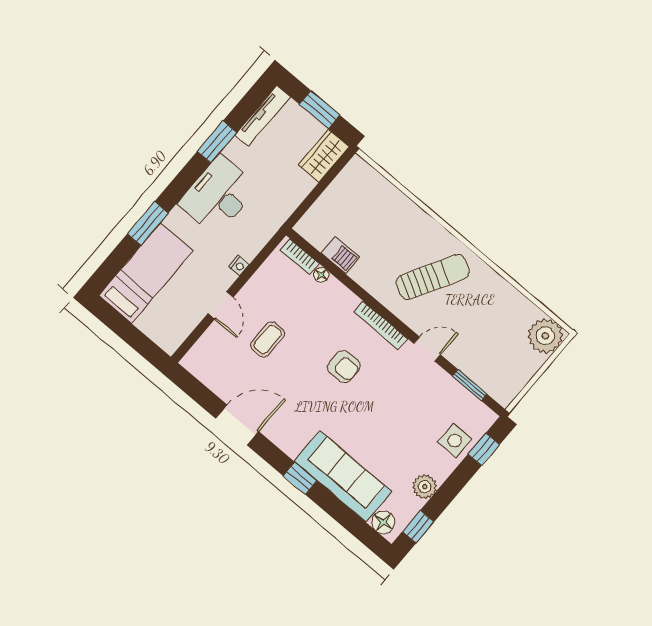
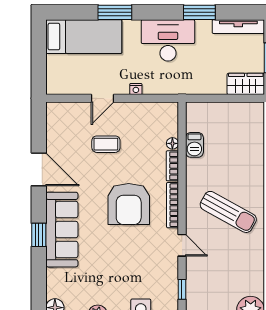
bookcase: (299, 257) -> (172, 166), moved
armchair: (344, 367) -> (129, 204), width x1.88, depth x1.88
window: (470, 385) -> (182, 289), width x0.67
sofa: (343, 476) -> (62, 230), moved

